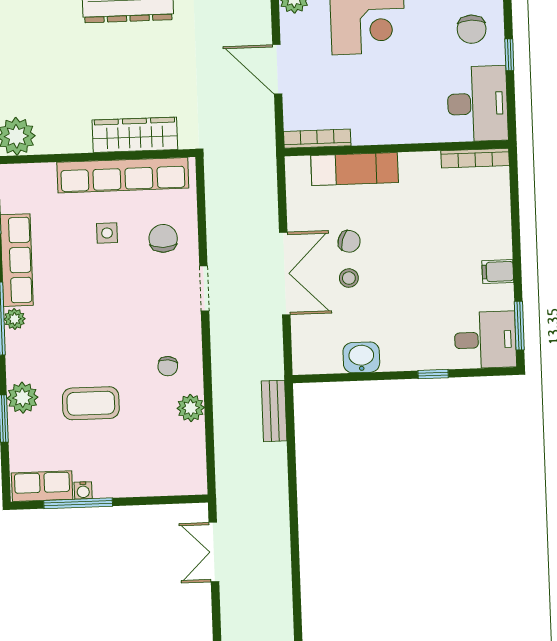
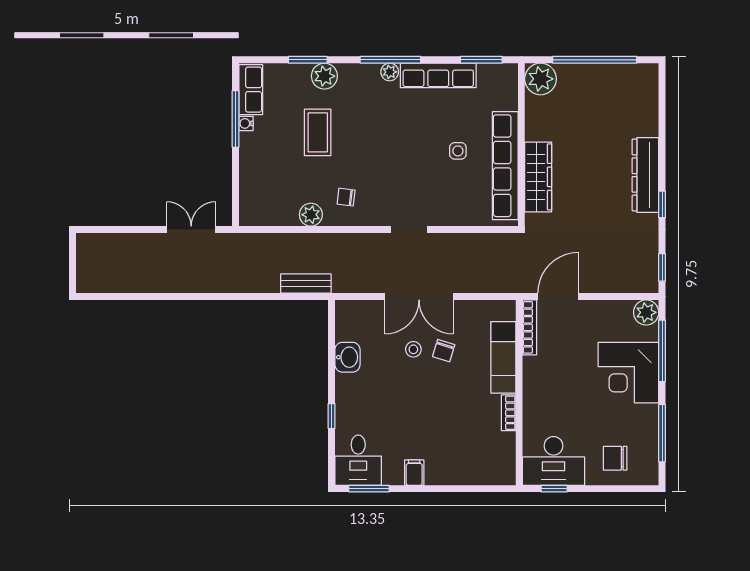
window: (509, 55) -> (554, 489), moved
door: (277, 69) -> (558, 297), moved
bookcase: (475, 158) -> (509, 413), moved, width x0.64
chair: (163, 238) -> (452, 197), removed

